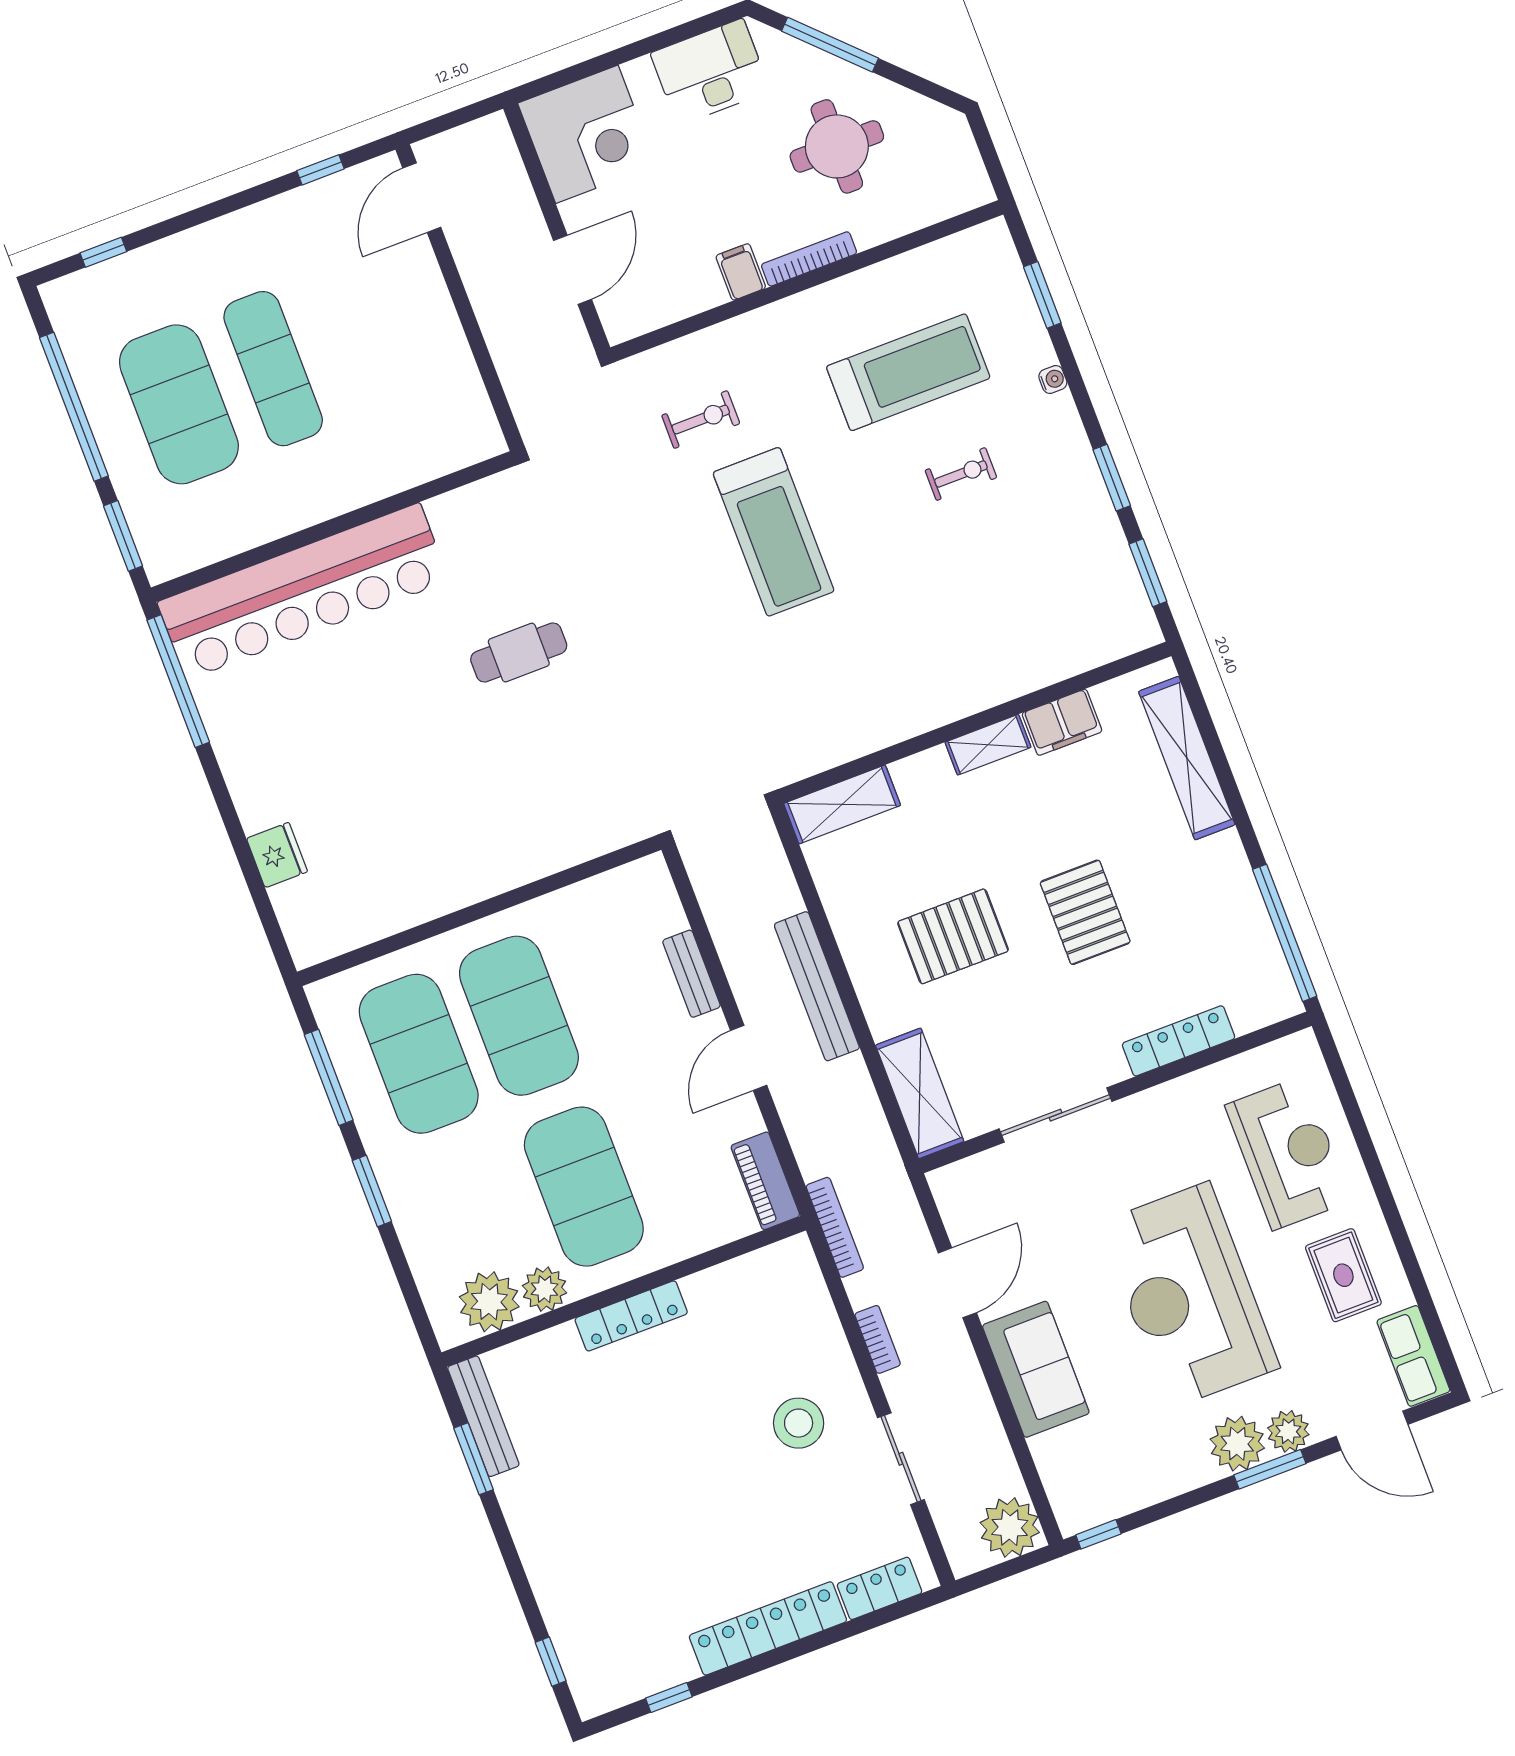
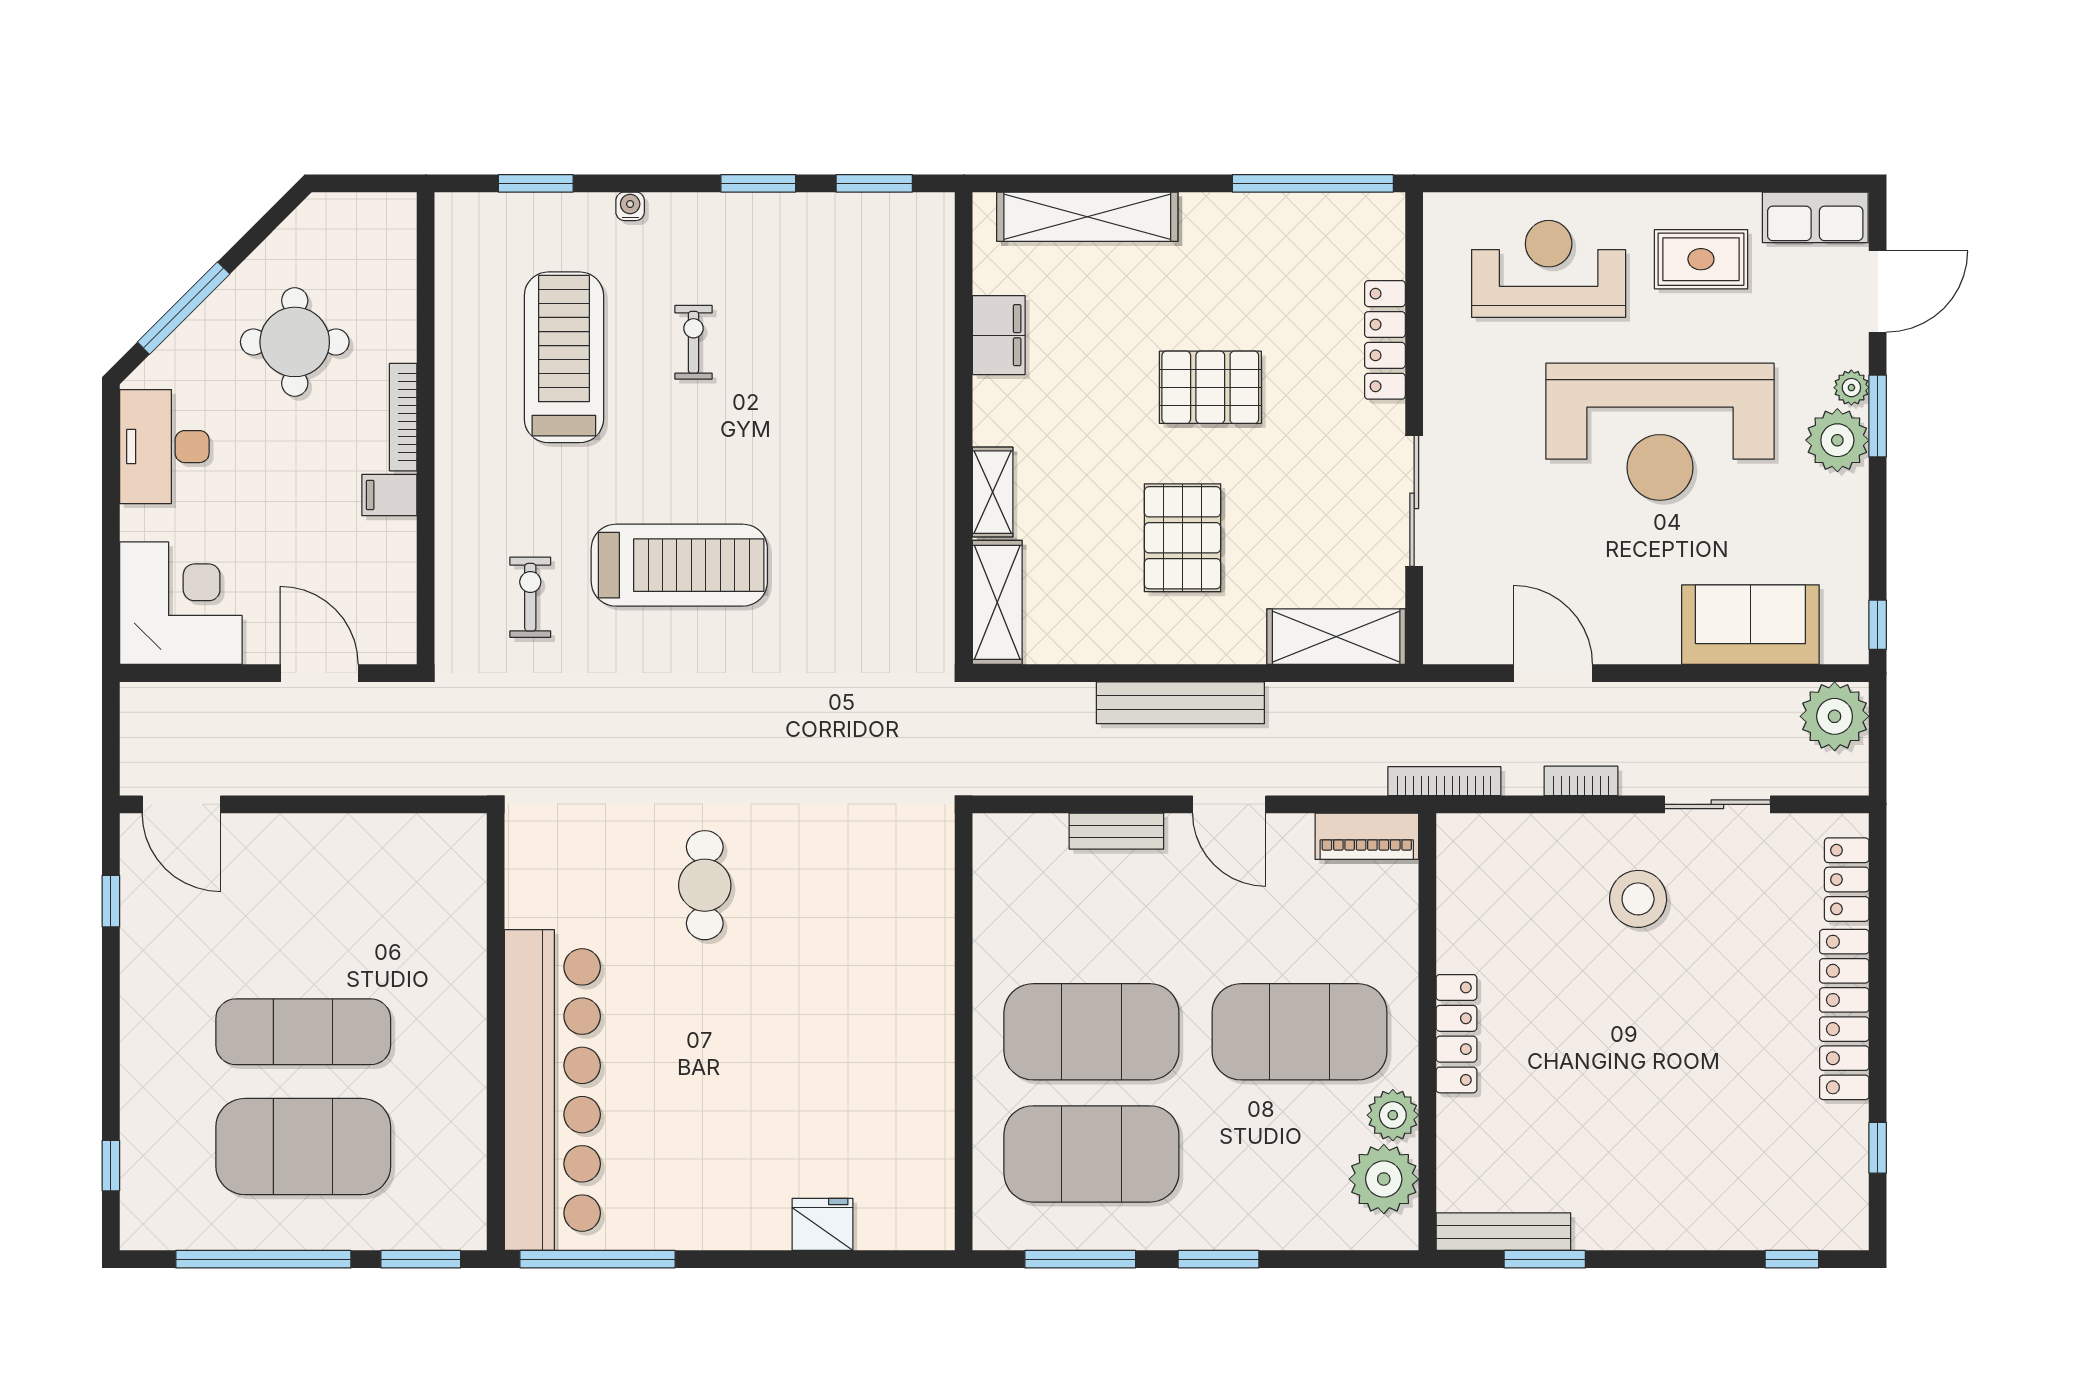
shelving: (988, 745) -> (993, 492), moved
sofa: (1036, 1369) -> (1750, 625), moved
plant: (1288, 1431) -> (1851, 388), width x0.73, depth x0.73

